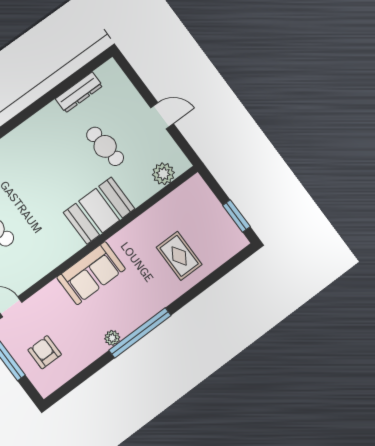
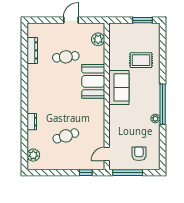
sofa: (91, 273) -> (119, 87), moved
armchair: (45, 352) -> (139, 154), turned 90

